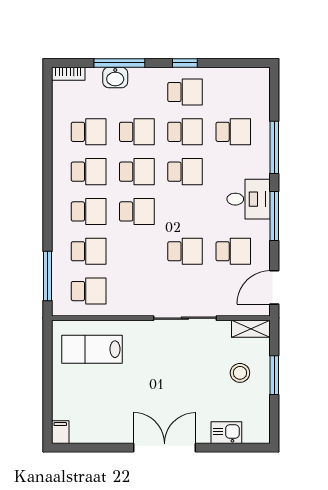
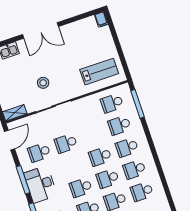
desk: (249, 199) -> (40, 184), width x1.37
stool: (240, 373) -> (43, 83), moved

